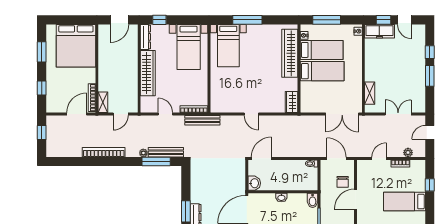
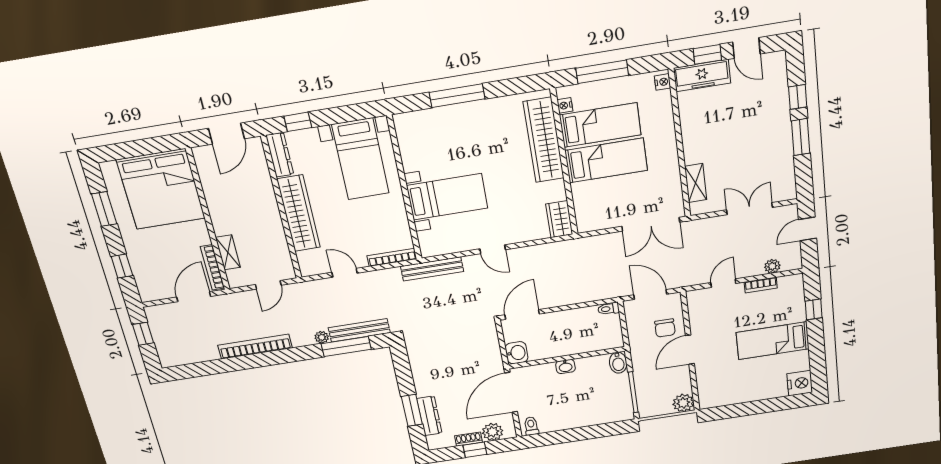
bed with nightstands: (228, 46) -> (447, 197), moved, turned -90
shelving: (103, 102) -> (228, 252), moved
bench: (202, 120) -> (432, 269), moved

